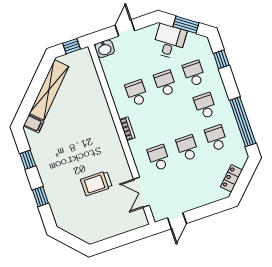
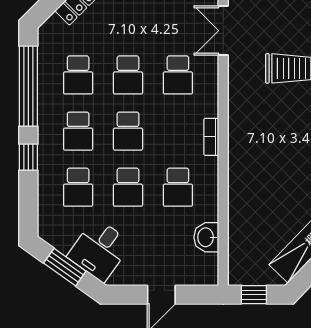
washbasin: (105, 49) -> (206, 237), moved, turned -90
window: (221, 59) -> (28, 157), moved
school desk: (176, 116) -> (128, 131), added
double door: (141, 192) -> (223, 31), swing flipped

